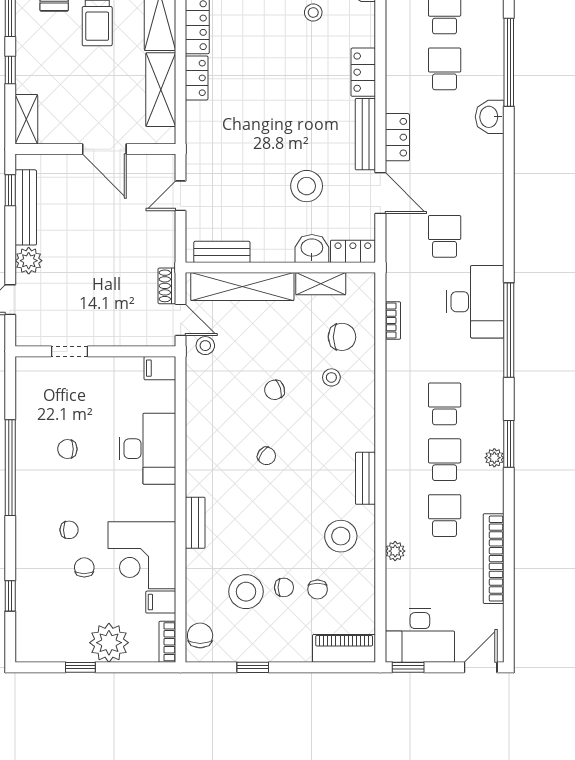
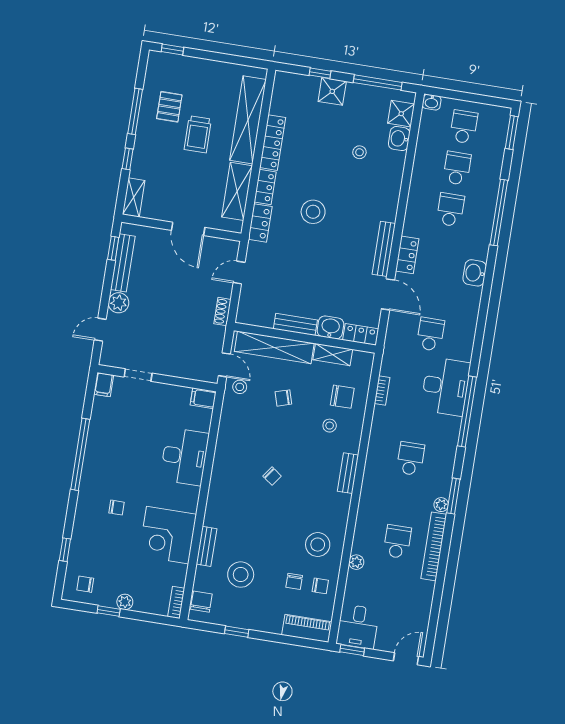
locker: (363, 72) -> (260, 223), moved, turned 180
washbasin: (490, 117) -> (475, 273), moved
stool: (307, 186) -> (313, 212), moved
bench: (222, 252) -> (295, 324), moved
shoe rack: (167, 286) -> (222, 312), moved
chair: (275, 390) -> (283, 398), moved
chair: (67, 449) -> (125, 447), removed
school desk: (445, 460) -> (404, 500), removed
bench: (366, 478) -> (348, 473), moved
bench: (195, 523) -> (206, 546), moved
bookcase: (494, 559) -> (434, 546), moved
chair: (84, 567) -> (85, 584), moved, turned -90
chair: (284, 587) -> (320, 586), moved
filing cabinet: (161, 602) -> (104, 385), moved, turned -90
desk: (420, 635) -> (358, 627), width x0.73
plant: (109, 643) -> (125, 602), width x0.53, depth x0.53

